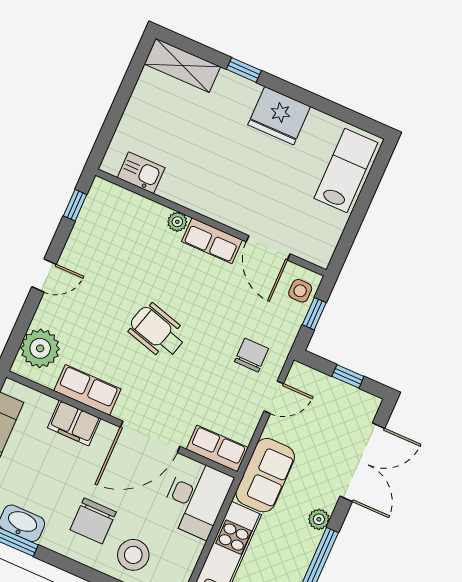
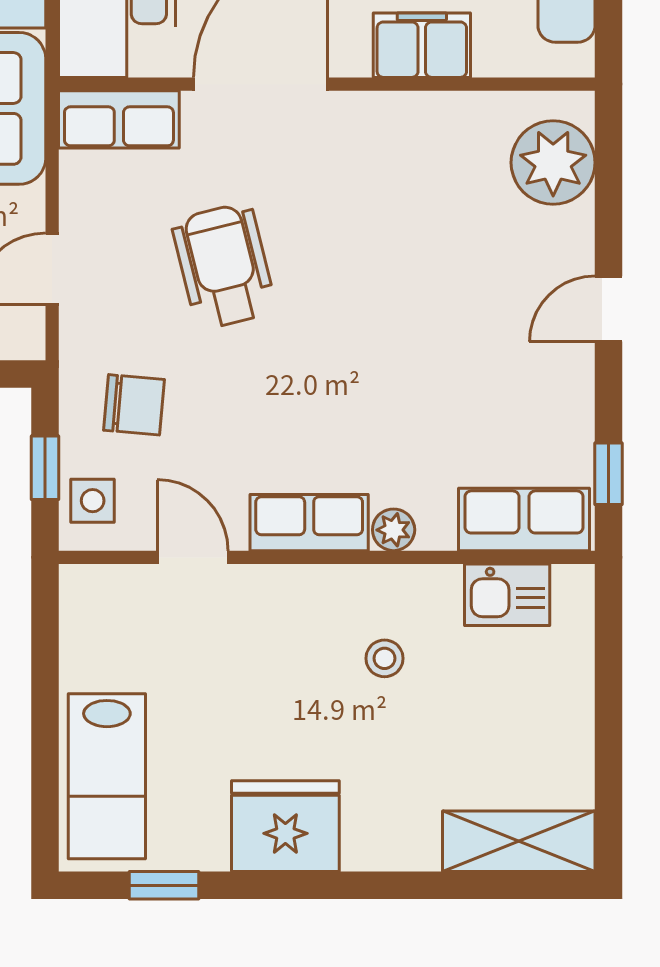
window: (244, 70) -> (164, 885), moved
stool: (205, 169) -> (385, 658), added
door: (268, 248) -> (193, 557), width x0.73
wheelchair: (157, 331) -> (224, 266), moved, turned -120
chair: (252, 355) -> (134, 405), moved, turned -85
row of seats: (87, 390) -> (524, 519), moved, turned 180

